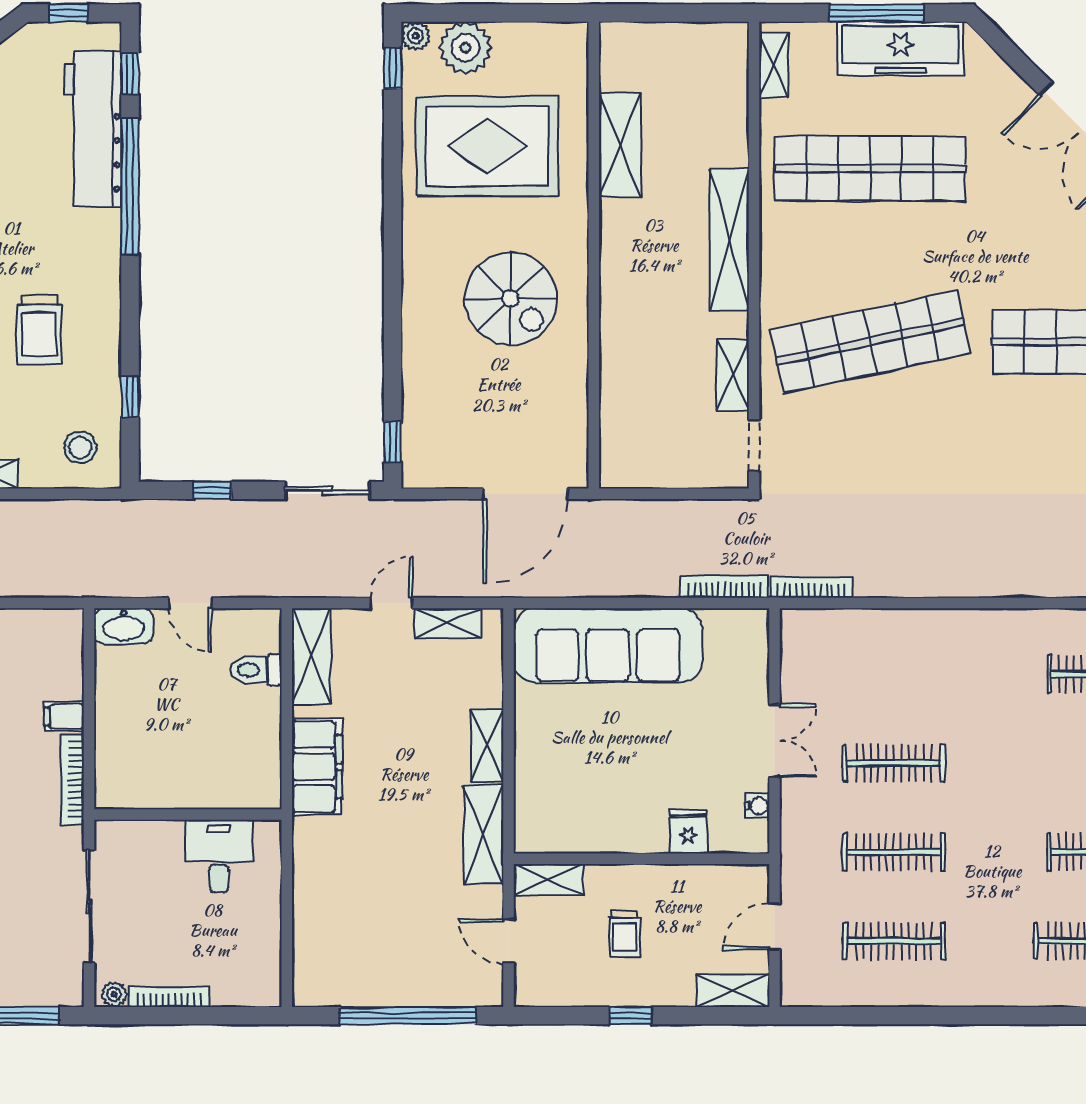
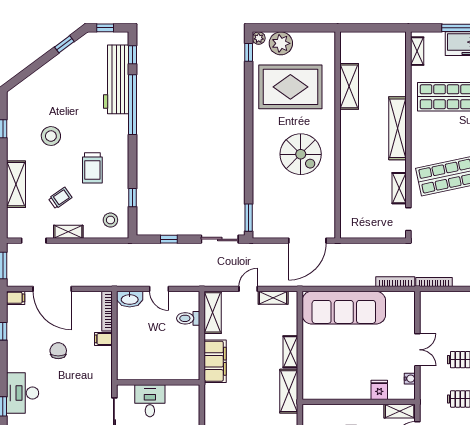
window: (393, 442) -> (249, 218), width x1.50
bookcase: (72, 779) -> (107, 311), moved
desk: (219, 856) -> (150, 401), moved
shelving: (549, 880) -> (400, 411), moved

